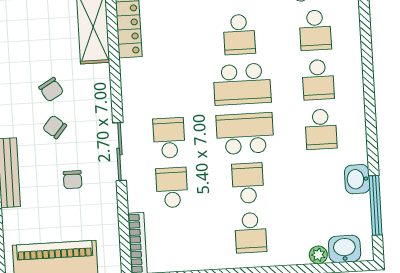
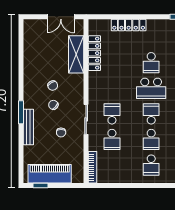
school desk: (245, 134) -> (151, 114), width x0.54
school desk: (248, 183) -> (151, 139), turned 180
school desk: (172, 187) -> (112, 139), turned 180

